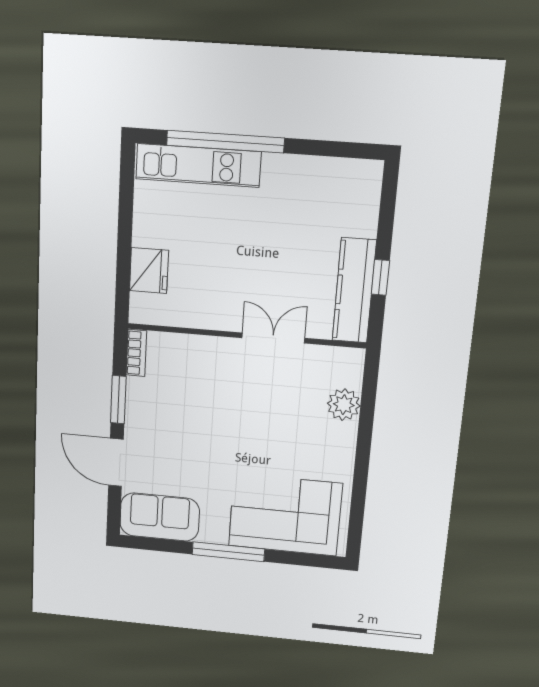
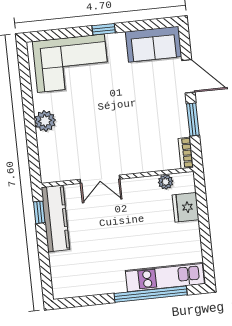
window: (380, 277) -> (39, 212), moved
plant: (173, 315) -> (166, 182), added
plant: (344, 405) -> (45, 121), moved
window: (228, 552) -> (104, 29), width x0.46

